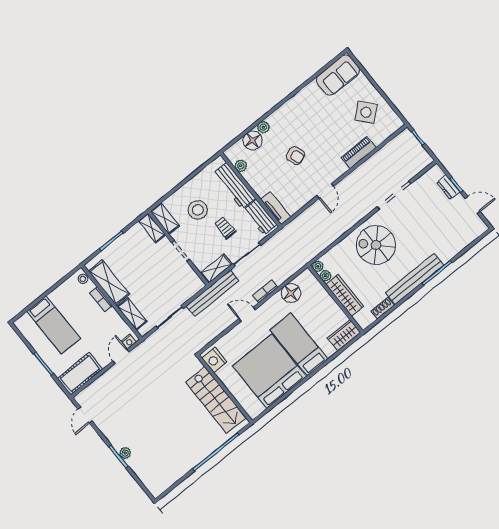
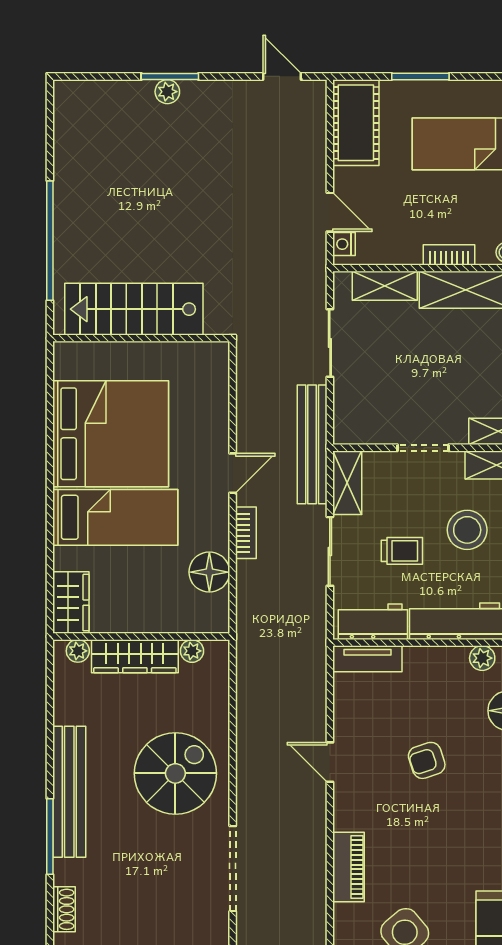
plant: (318, 266) -> (78, 651), moved
shoe rack: (383, 308) -> (64, 909), moved
nightstand: (214, 360) -> (201, 359), removed

